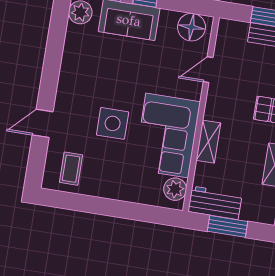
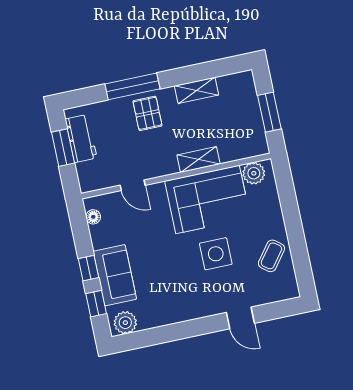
floor lamp: (192, 27) -> (93, 217), width x0.53, depth x0.53
coffee table: (71, 169) -> (271, 256), moved, turned -53
workbench: (215, 203) -> (252, 132), removed

